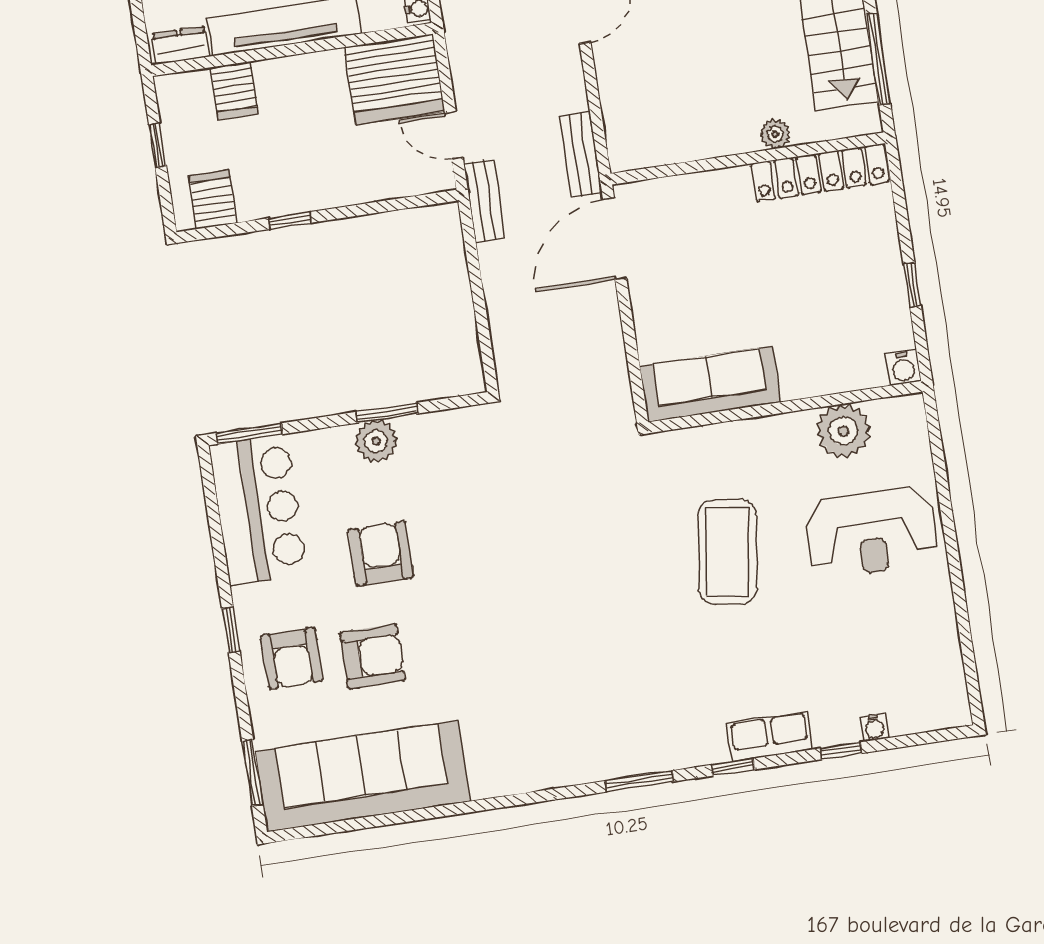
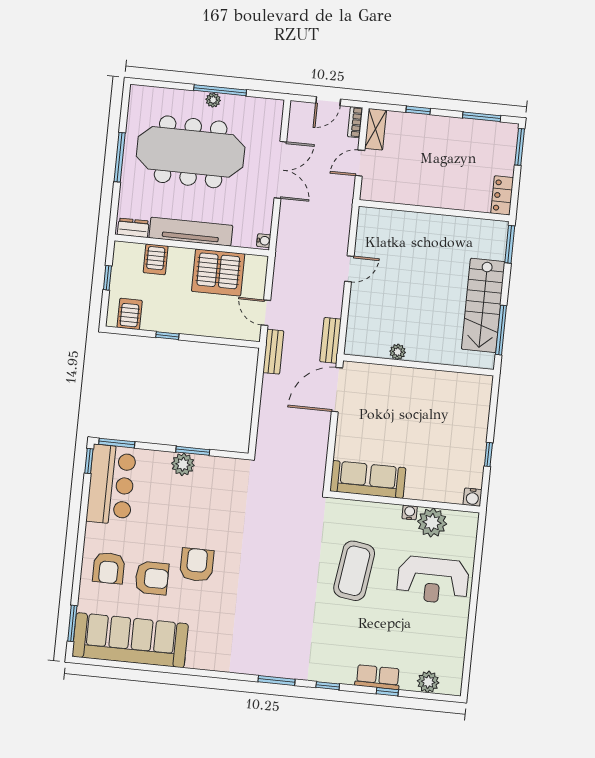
server rack: (394, 79) -> (218, 273), moved
plant: (775, 134) -> (398, 352), moved
locker: (820, 173) -> (455, 382), removed
armchair: (381, 554) -> (197, 565), moved
window: (231, 630) -> (89, 461), moved
plant: (909, 715) -> (428, 682), added
water cooler: (874, 727) -> (410, 512), moved, turned 180
row of seats: (770, 736) -> (378, 677), moved

